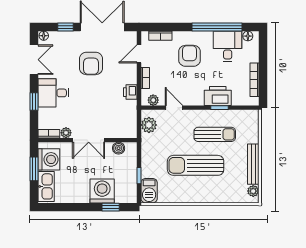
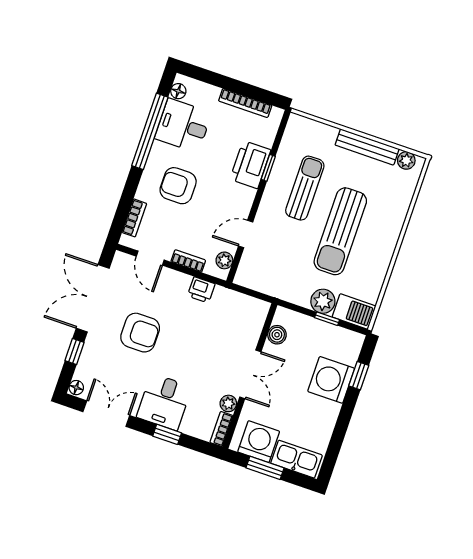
plant: (149, 125) -> (323, 301), moved

